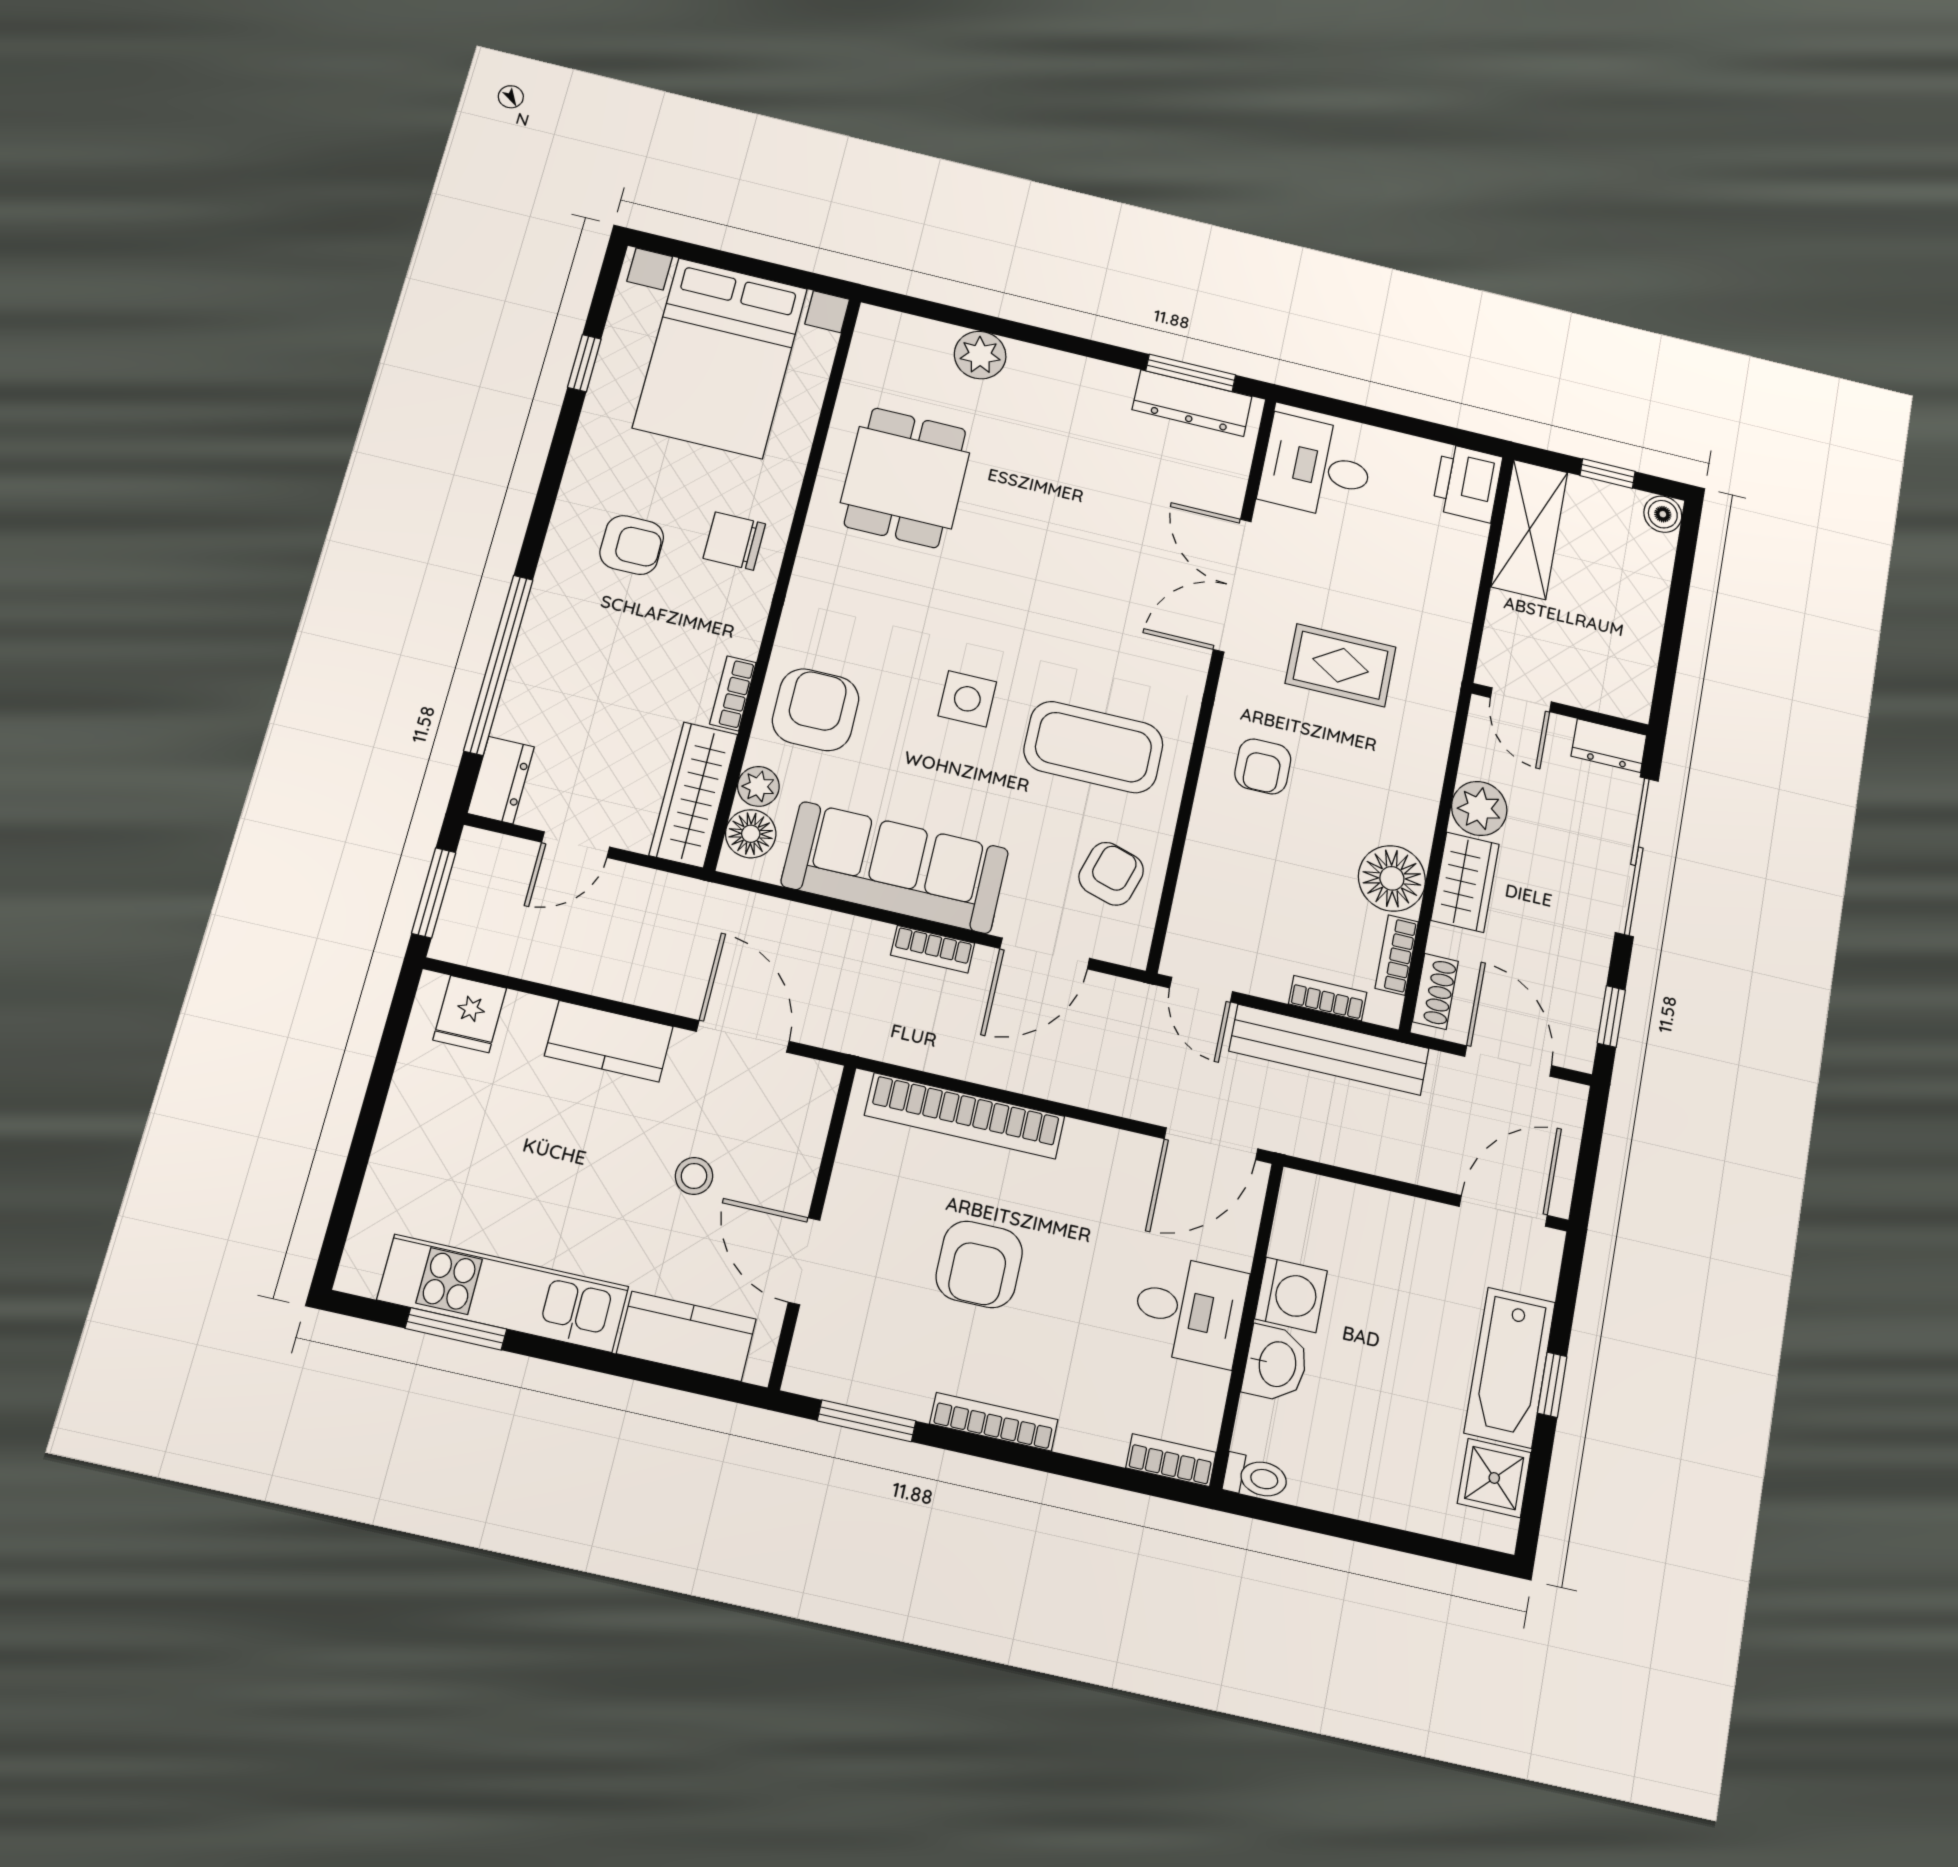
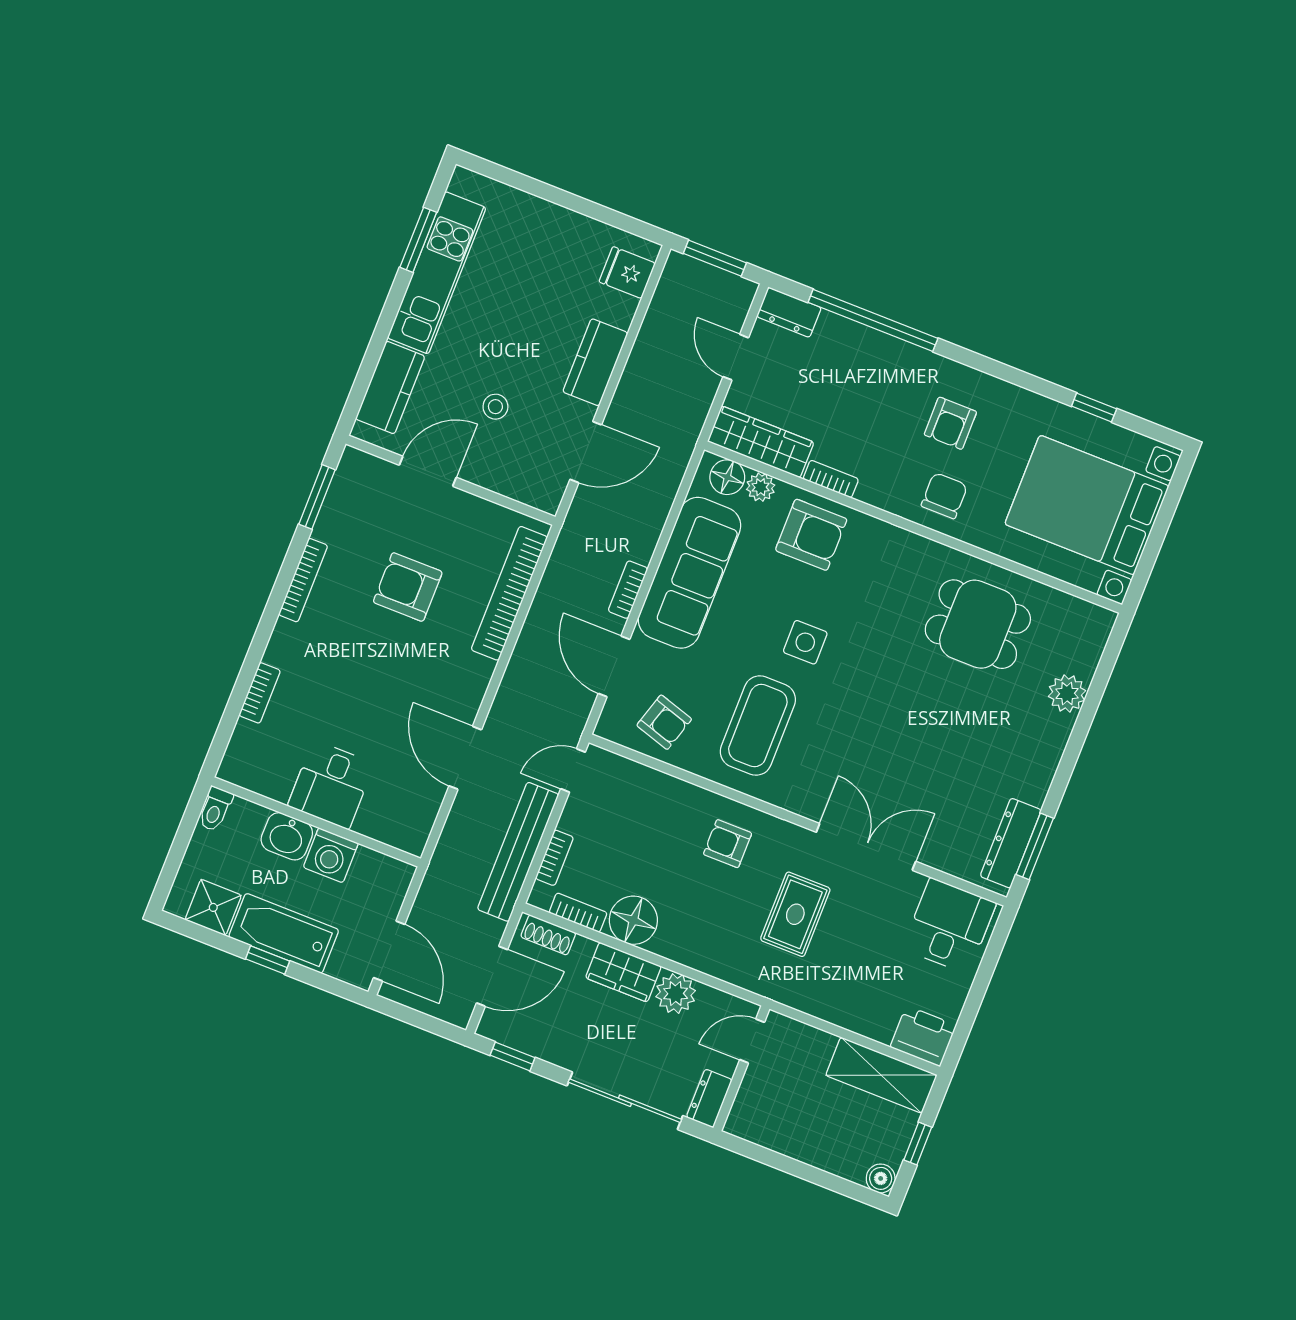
washing machine: (1291, 1295) -> (331, 855), moved
desk: (1190, 1310) -> (331, 785), moved
wall: (1247, 1324) -> (316, 822), moved
washbasin: (1276, 1364) -> (287, 836), moved
toilet: (1256, 1477) -> (215, 809), moved

